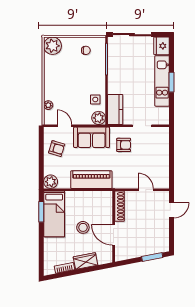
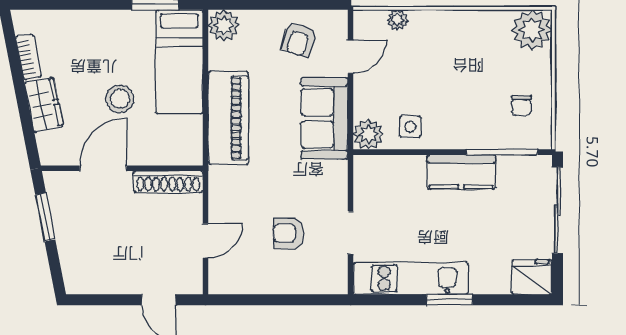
kitchen unit: (162, 81) -> (411, 278), moved
kitchen counter: (115, 110) -> (461, 172), moved
armchair: (124, 145) -> (289, 233), moved, turned 90
bed: (54, 214) -> (179, 62), moved, turned -90
window: (152, 257) -> (45, 217), moved

